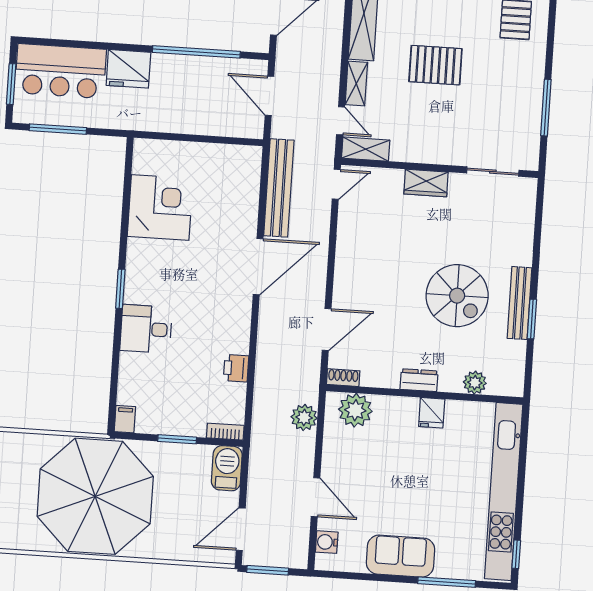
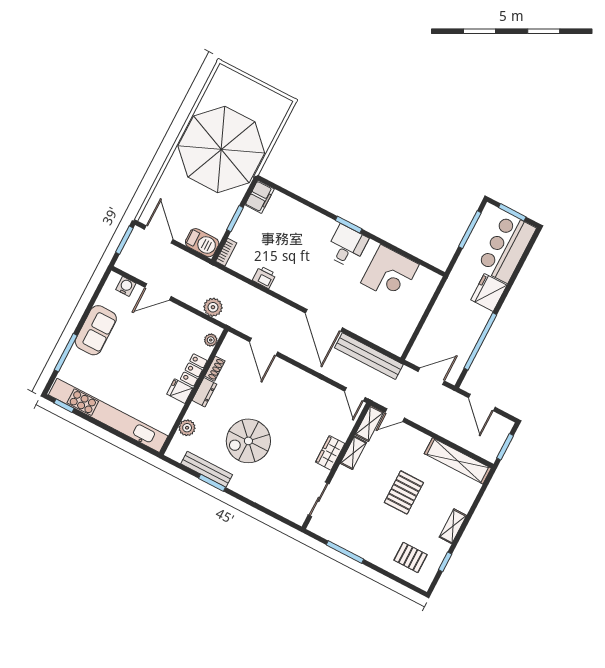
shelving: (356, 84) -> (353, 453), moved, turned 90
bench: (519, 303) -> (207, 469), moved
desk: (146, 329) -> (347, 246), moved
shoe rack: (343, 378) -> (215, 369), moved
locker: (396, 407) -> (194, 370), added
plant: (355, 410) -> (211, 340), width x0.53, depth x0.53
filing cabinet: (125, 419) -> (260, 197), width x2.00

